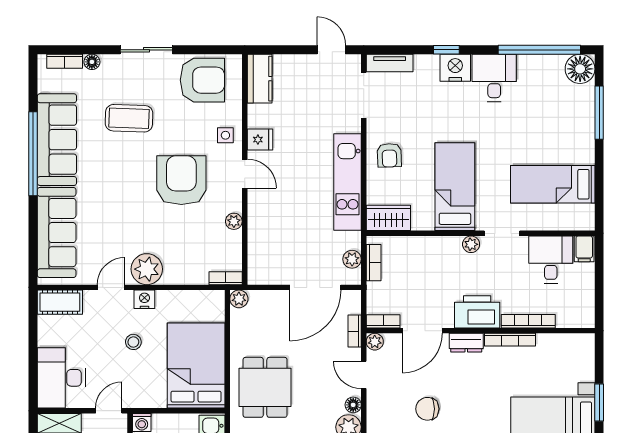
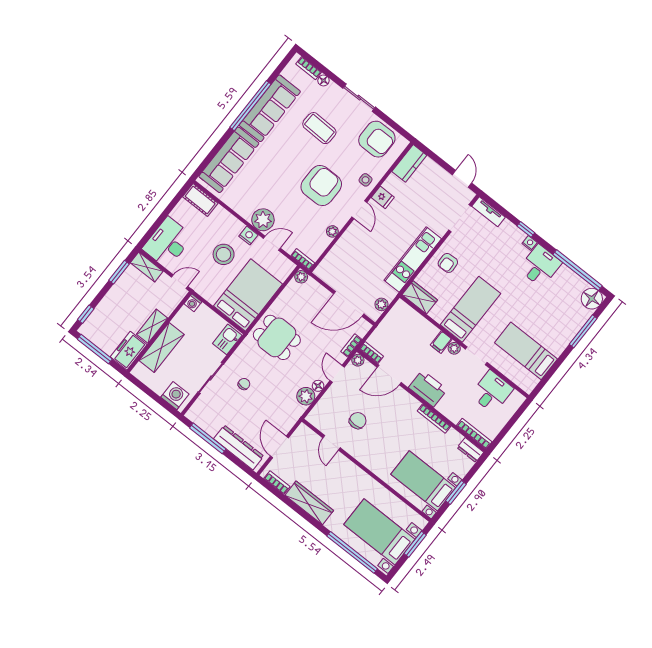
nightstand: (455, 68) -> (530, 243), width x0.53, depth x0.56
filing cabinet: (584, 249) -> (441, 342), moved
bookcase: (374, 263) -> (392, 316), removed
door: (111, 287) -> (272, 243), moved
bookcase: (528, 321) -> (474, 434), moved
stool: (133, 342) -> (224, 254), width x1.89, depth x1.89
dresser: (466, 343) -> (470, 450), moved
dining table: (265, 387) -> (277, 337), turned 90
chair: (427, 409) -> (358, 421), turned 90

